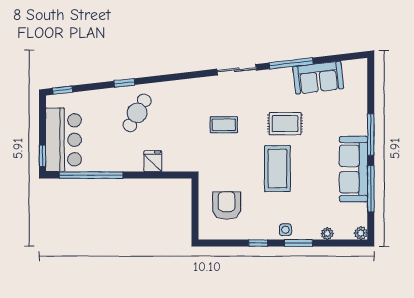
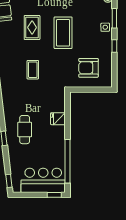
cafe table: (137, 113) -> (25, 130), turned 60
coffee table: (277, 169) -> (63, 33), turned 90

